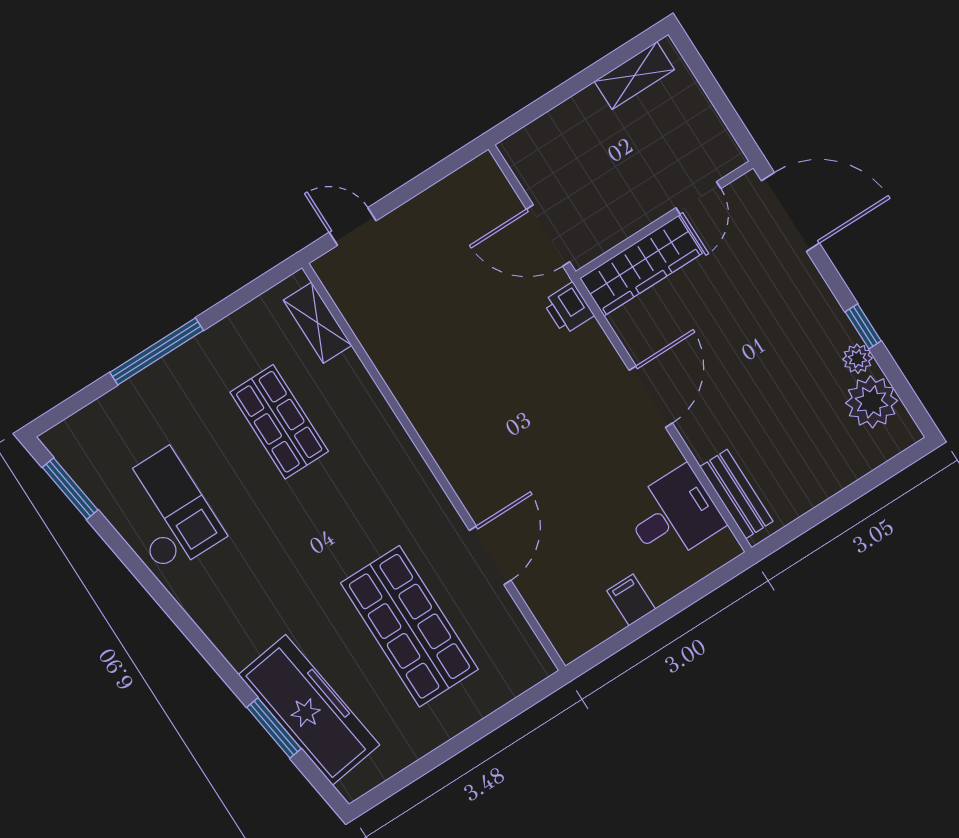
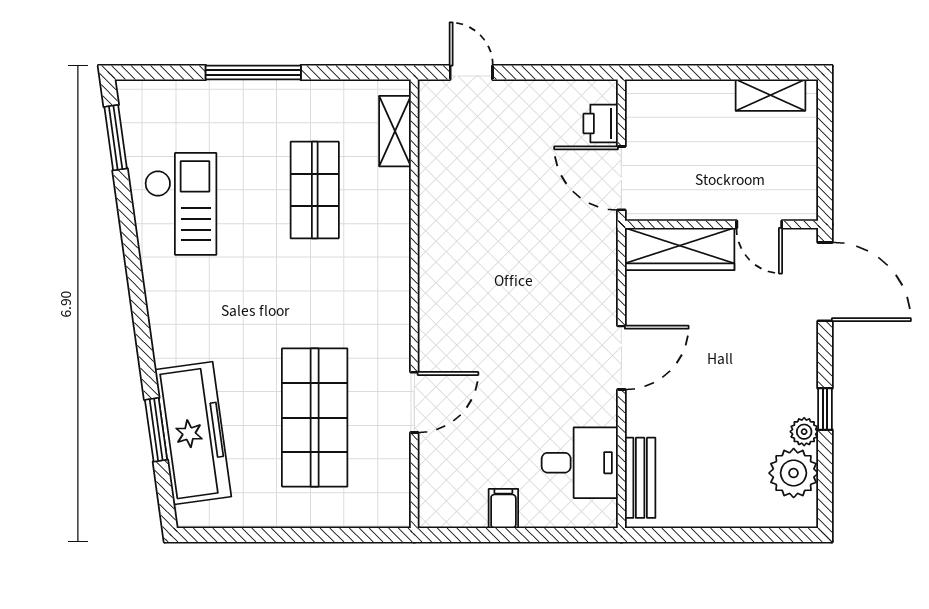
door: (698, 198) -> (759, 224), hinge flipped
printer: (568, 308) -> (601, 123), moved

